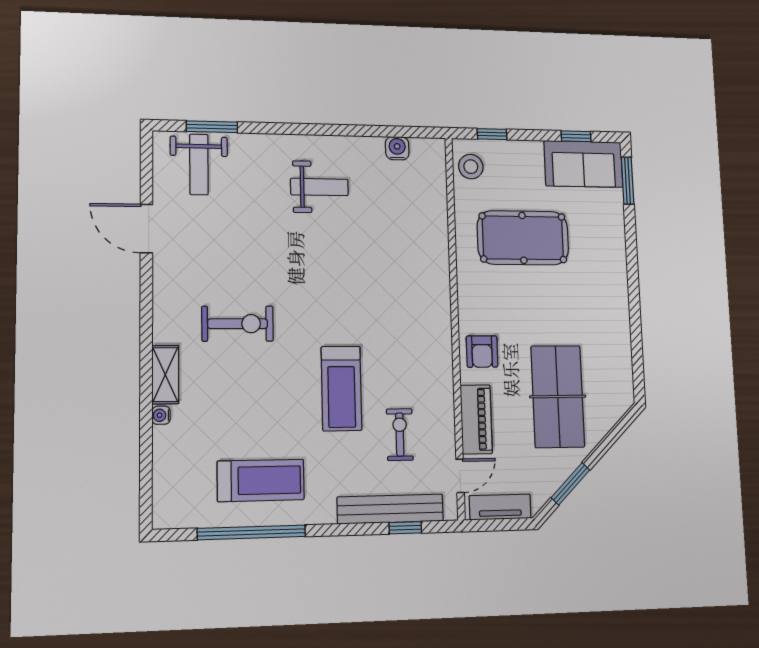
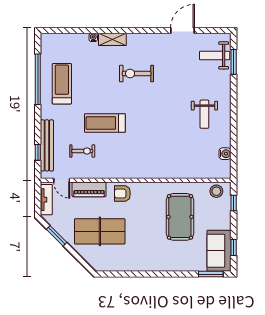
exercise bike: (238, 324) -> (137, 73), turned 90
treadmill: (261, 480) -> (62, 84), turned 180

